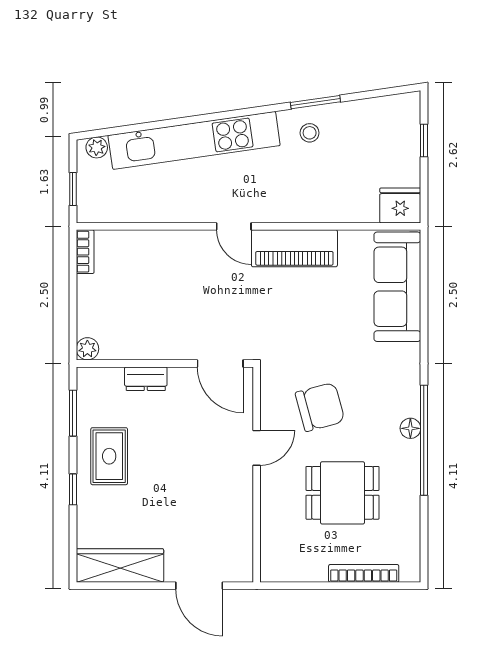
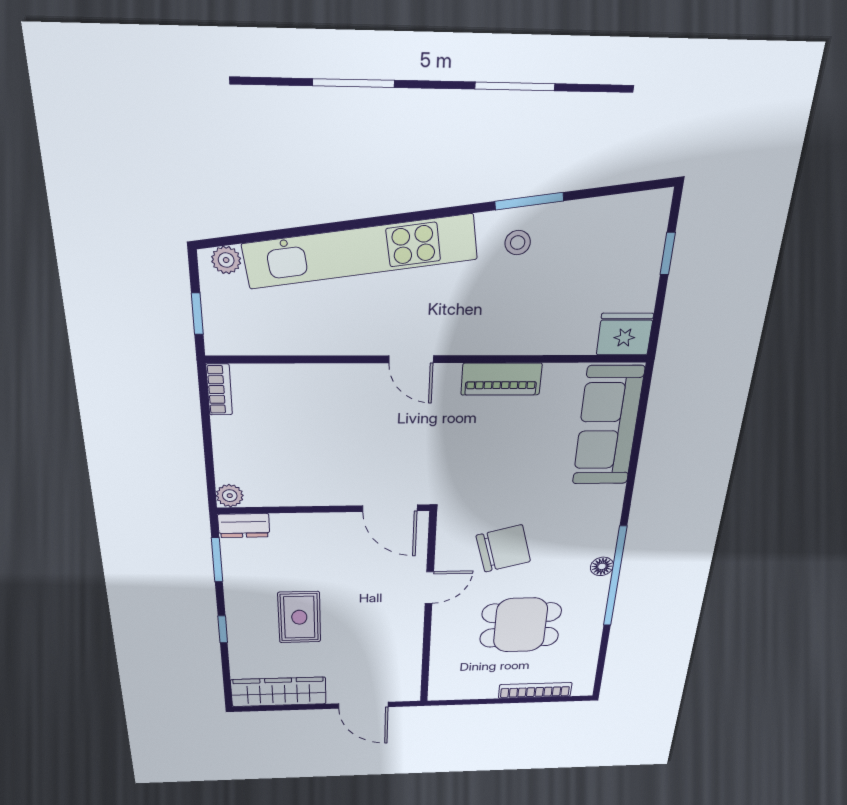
piano: (294, 248) -> (501, 379), width x0.73, depth x0.75
dresser: (146, 379) -> (244, 526), moved
rug: (109, 456) -> (299, 617), moved

